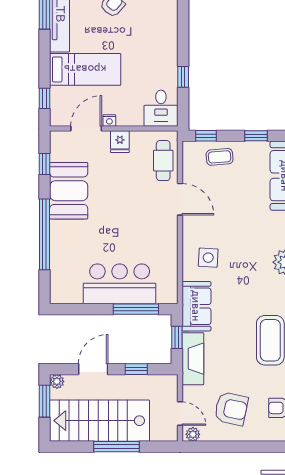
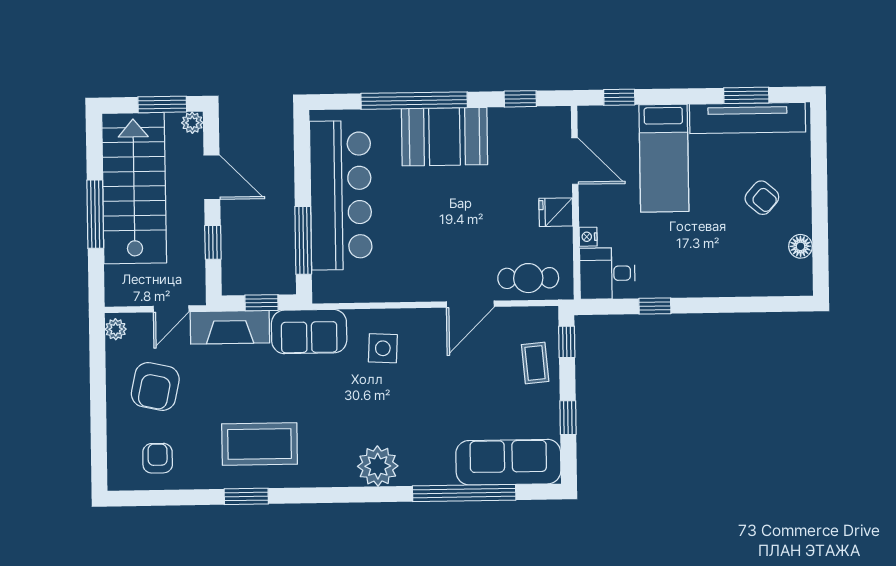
nightstand: (109, 120) -> (588, 237), moved
booth: (69, 191) -> (444, 137), moved
bar counter: (120, 284) -> (341, 195), width x1.36
door: (180, 414) -> (171, 309), moved

